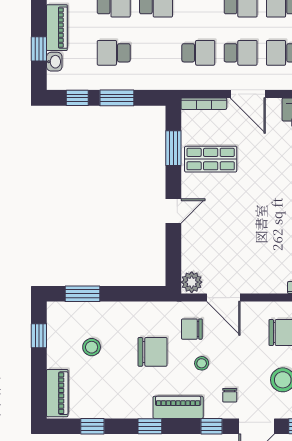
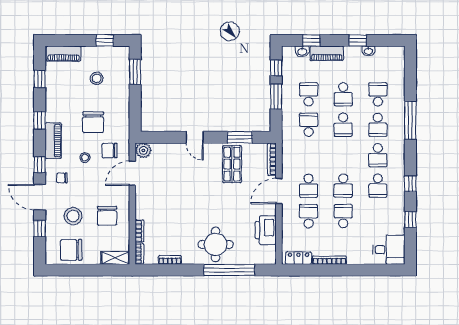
school desk: (198, 53) -> (309, 125), moved, turned 180
chair: (192, 329) -> (110, 151), turned -90

